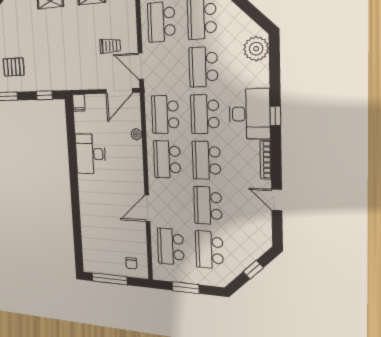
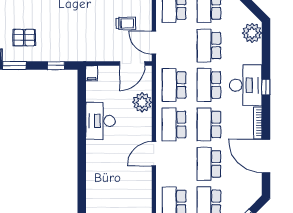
plant: (136, 134) -> (142, 102), width x1.87, depth x1.87
door: (277, 200) -> (266, 156), width x1.88
door: (147, 208) -> (154, 154), moved

